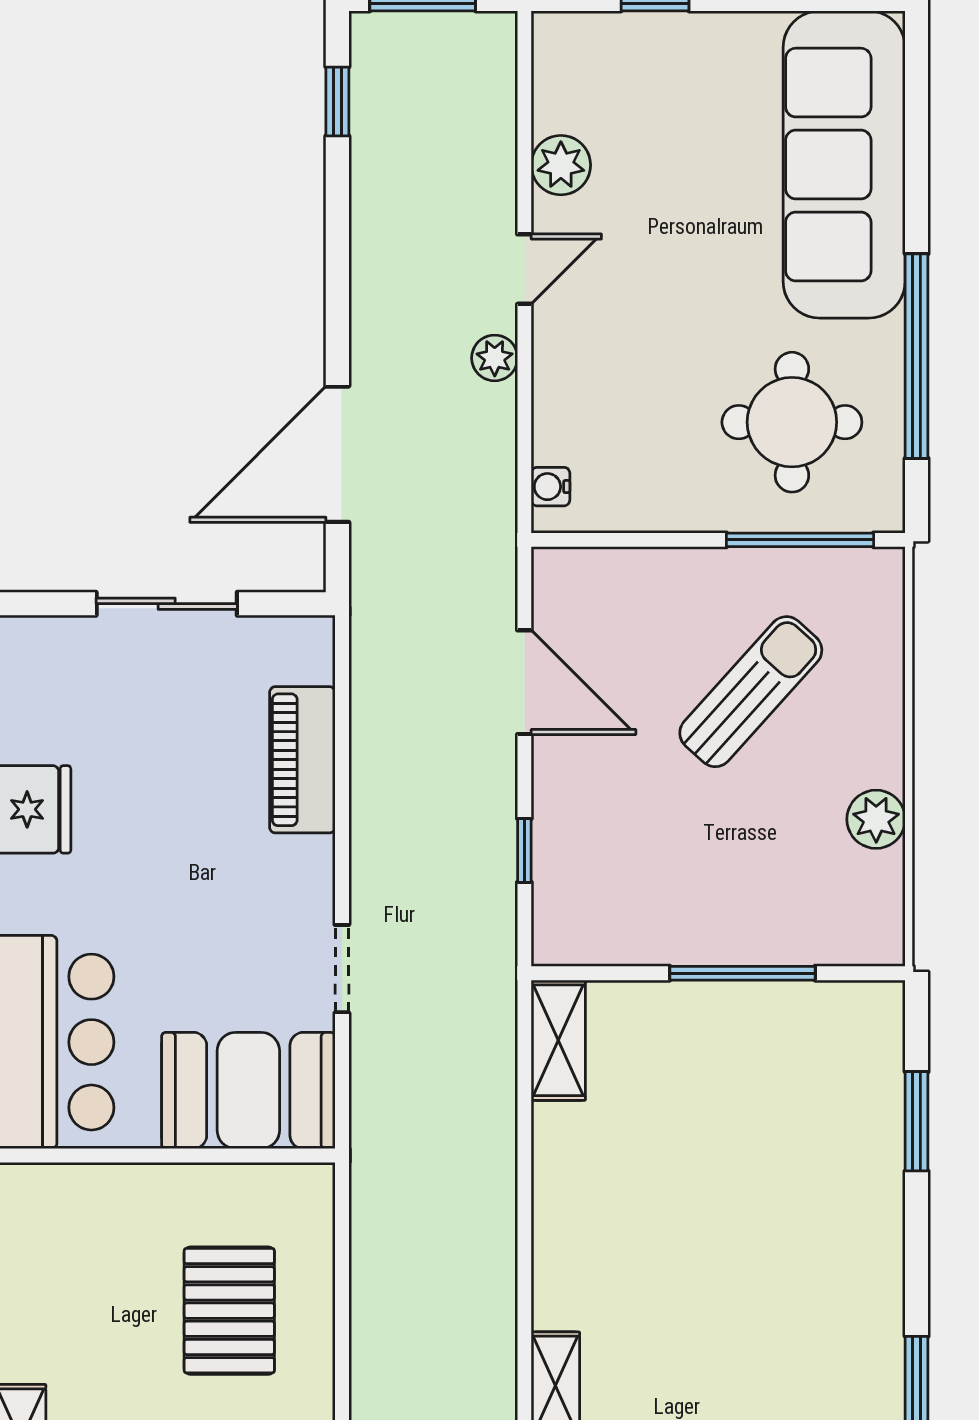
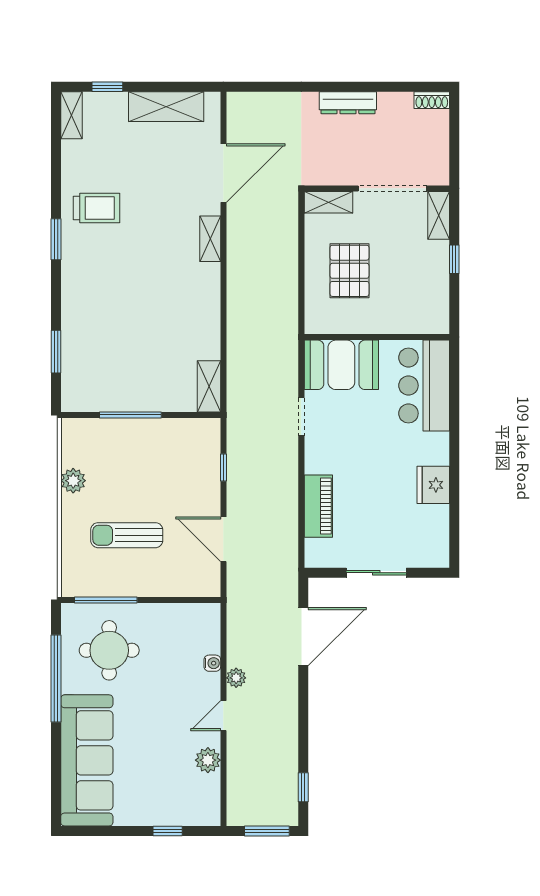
water cooler: (550, 487) -> (212, 663), moved
sun lounger: (751, 692) -> (127, 535), turned 48

